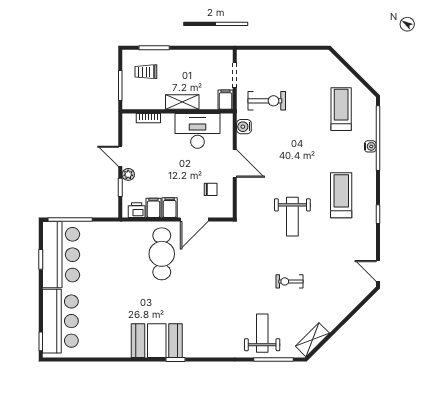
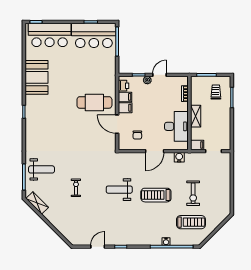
exercise bike: (267, 101) -> (193, 193), moved
treadmill: (341, 195) -> (156, 195), moved, turned 180
door: (378, 271) -> (98, 247), moved
booth: (157, 341) -> (37, 77), moved

